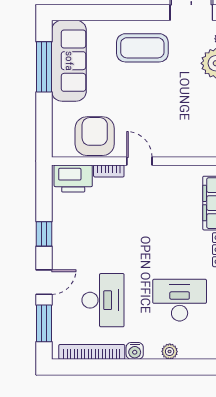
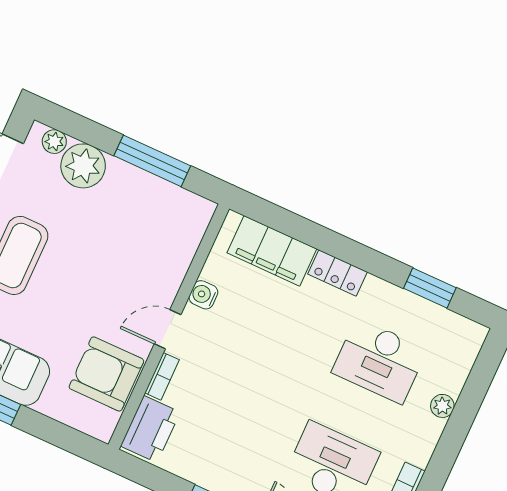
desk: (180, 300) -> (379, 361), turned -90
water cooler: (135, 351) -> (203, 295), moved, turned 180

